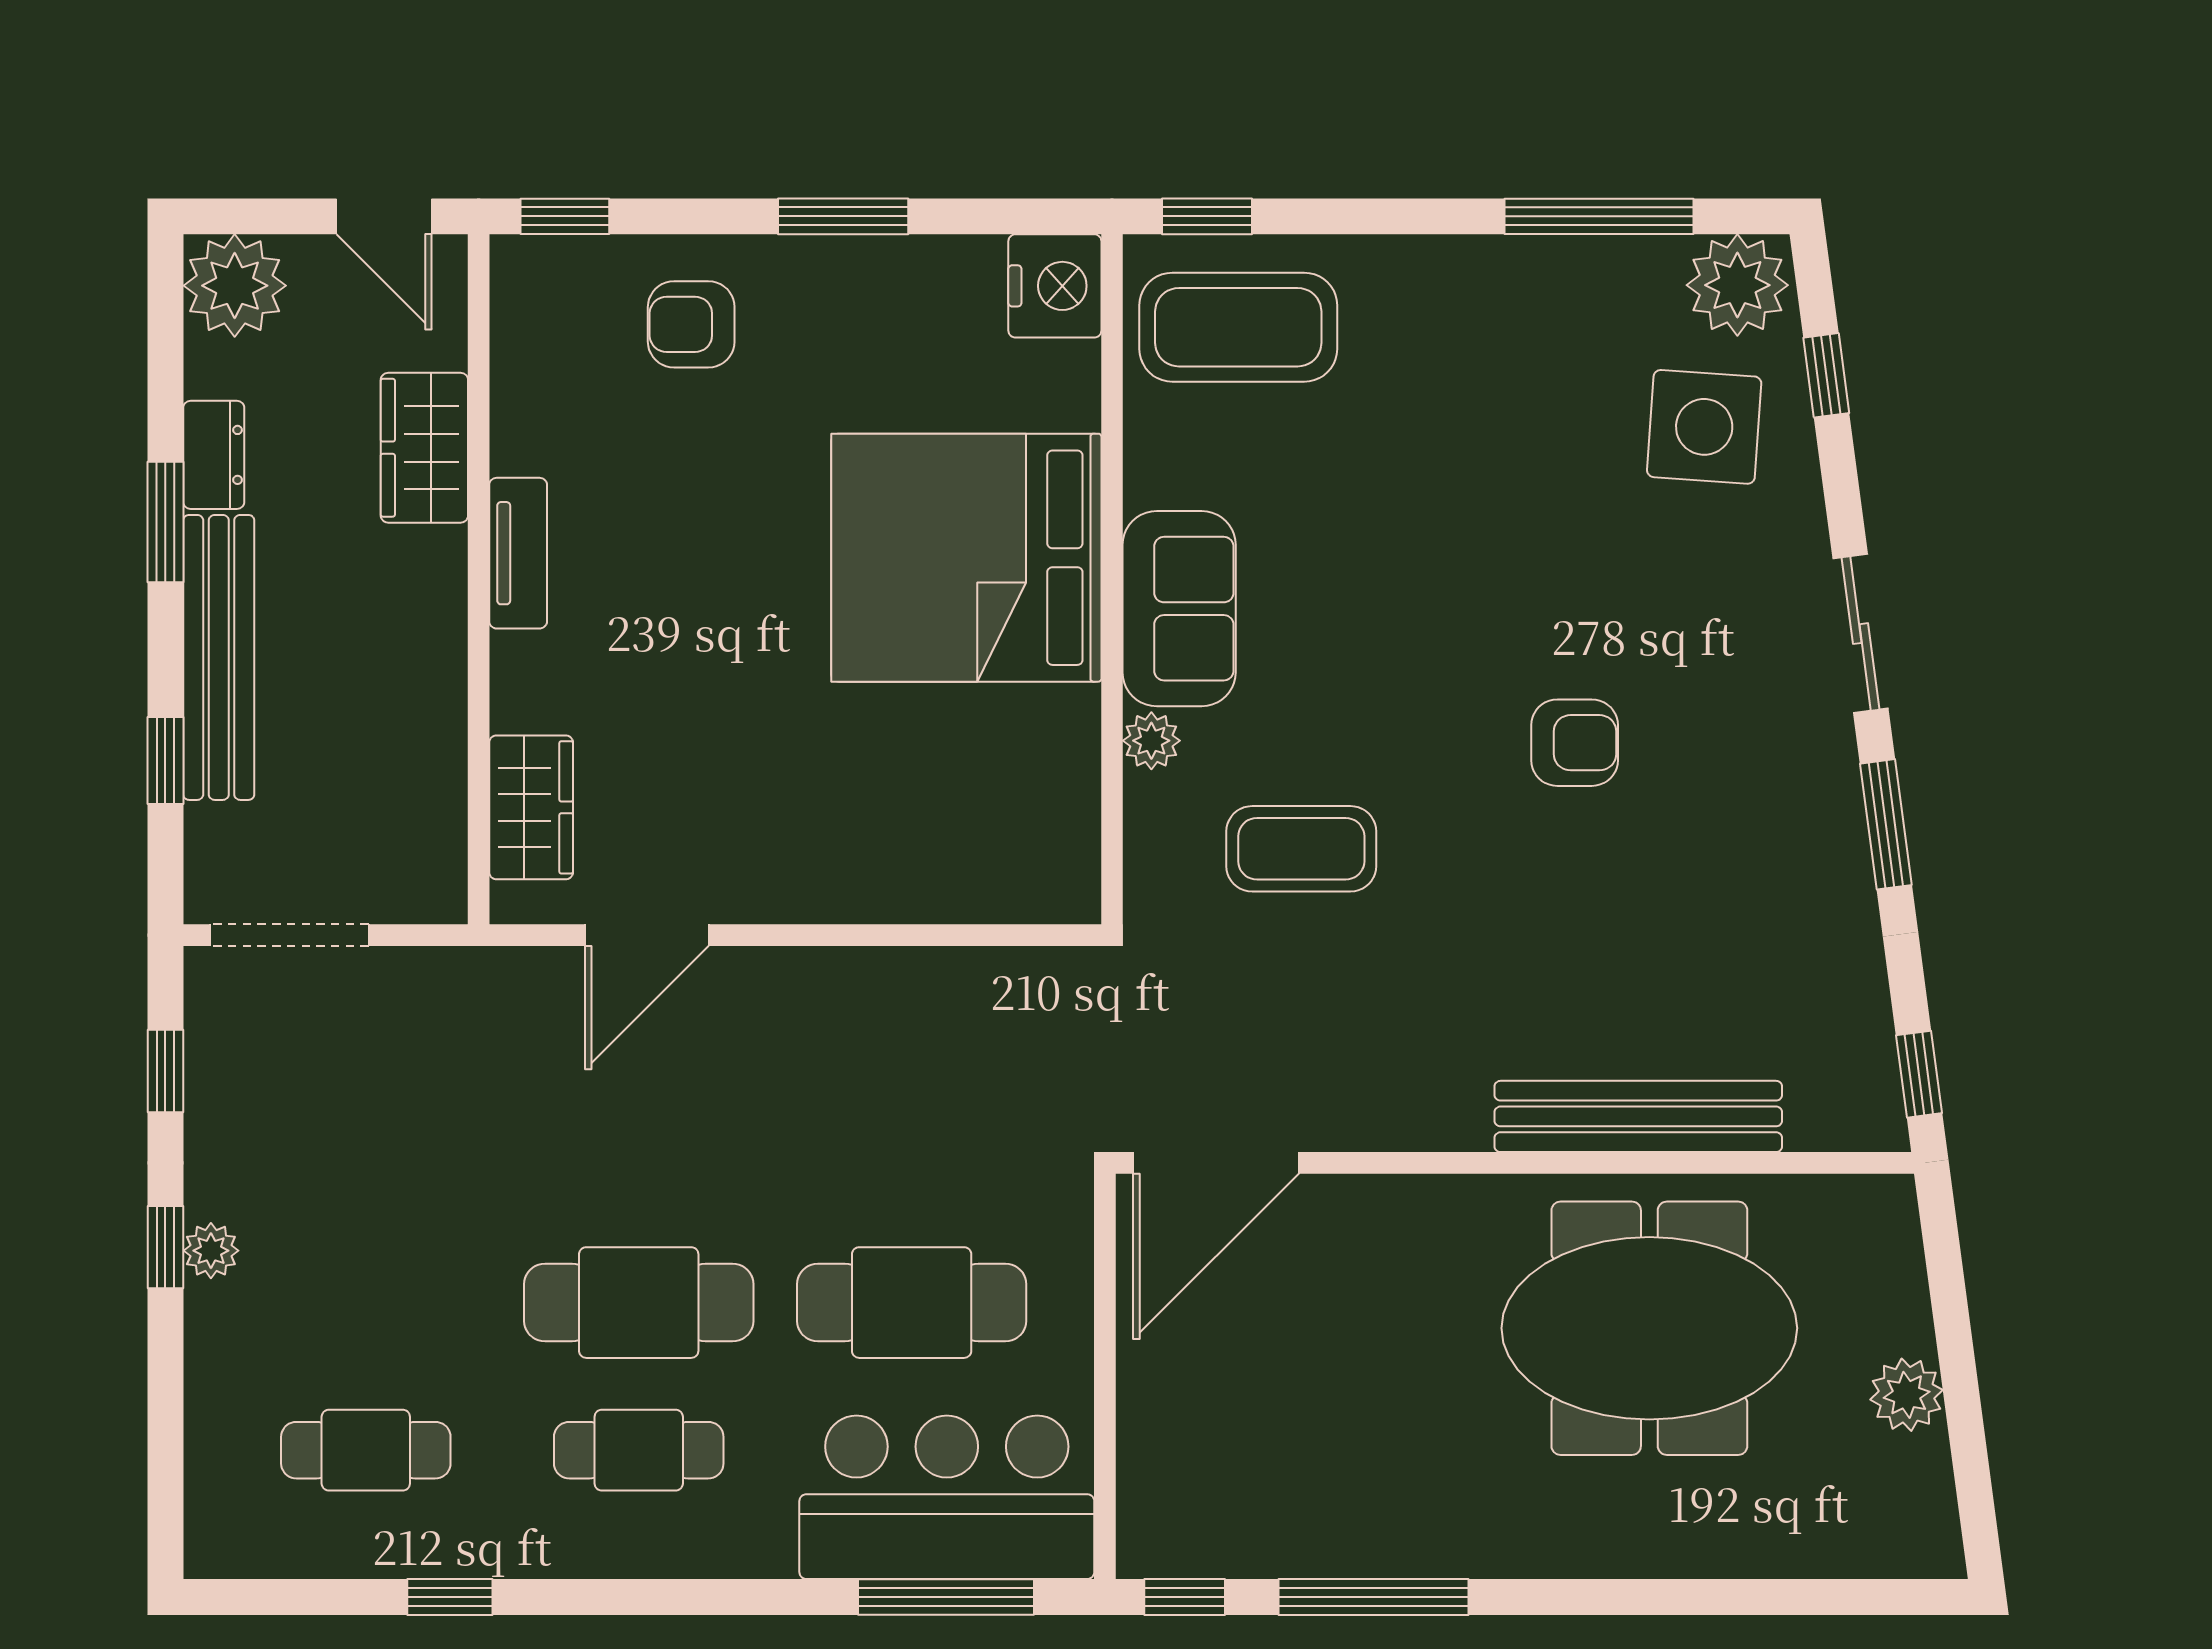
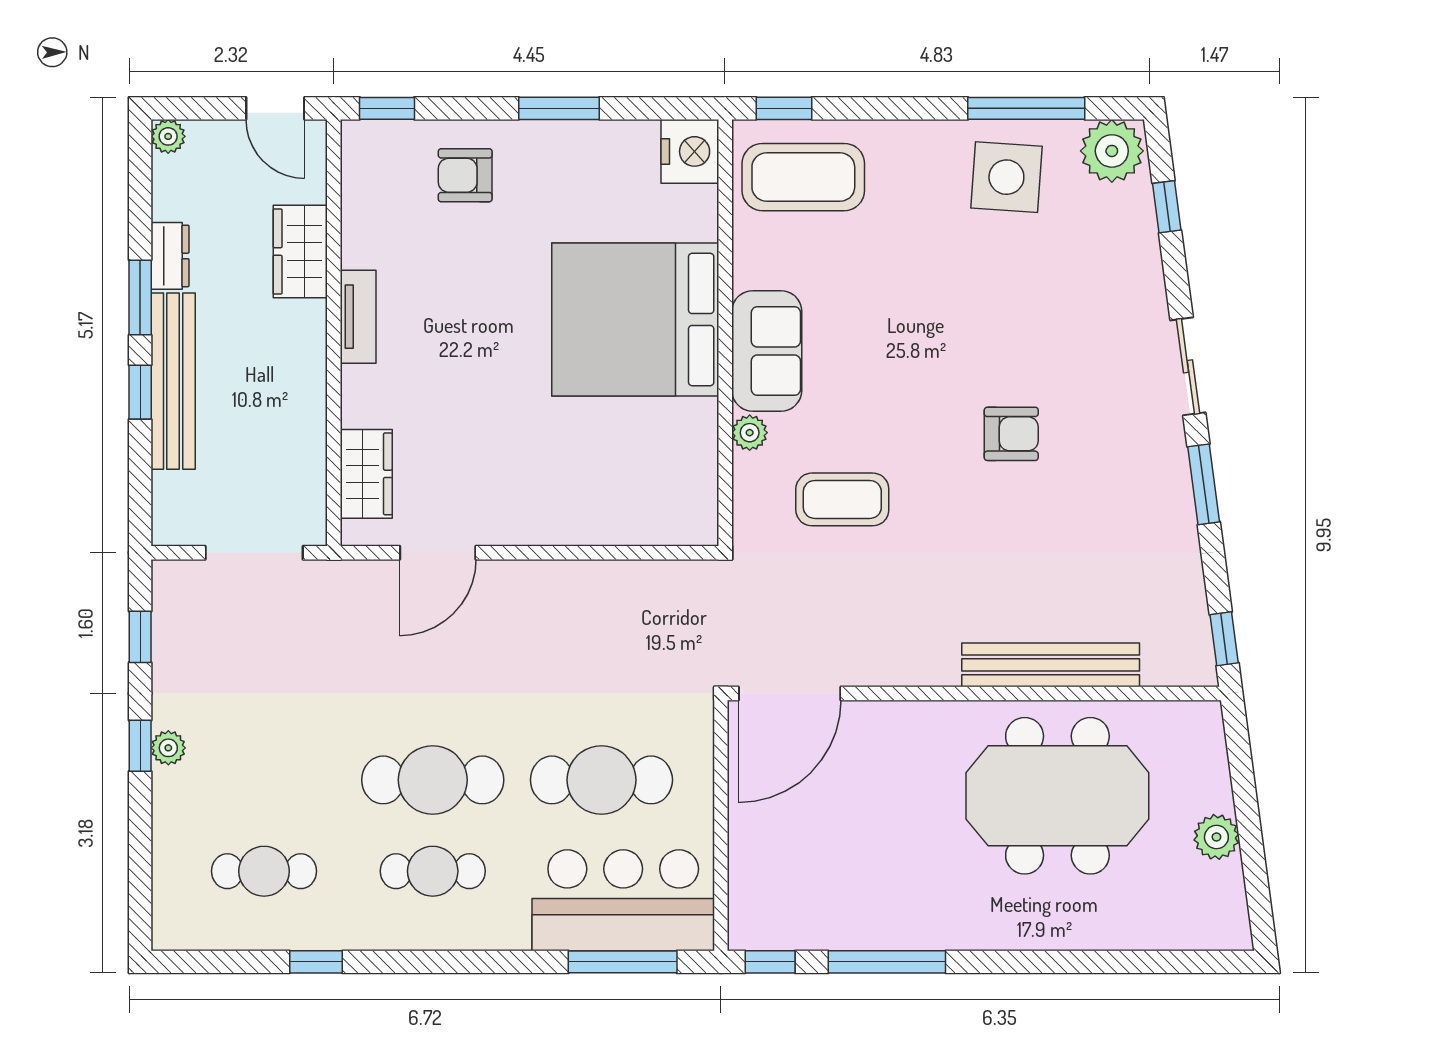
plant: (235, 286) -> (168, 136), width x0.53, depth x0.53
side table: (1704, 427) -> (1006, 177), moved
window: (165, 760) -> (140, 392), moved
doorway: (290, 935) -> (254, 553), moved

